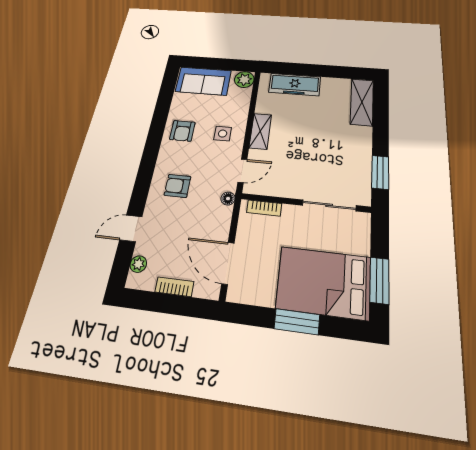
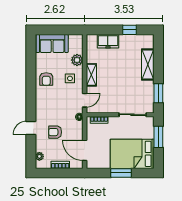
window: (332, 72) -> (130, 30), added
plant: (244, 80) -> (77, 60), moved
freezer: (295, 85) -> (108, 41), width x0.71
shelving: (362, 102) -> (148, 64), moved
armchair: (178, 186) -> (55, 132), moved
door: (131, 228) -> (31, 128), moved
window: (379, 280) -> (158, 137), moved

